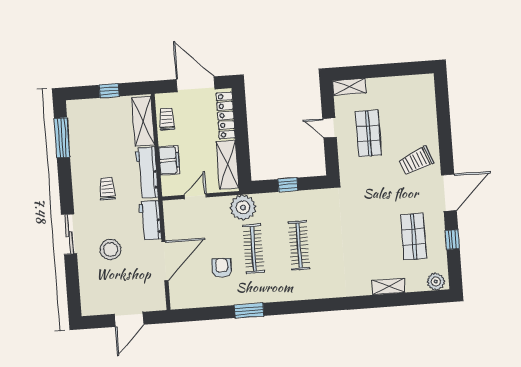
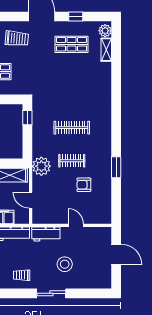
trolley: (416, 161) -> (17, 38), turned -63
window: (288, 185) -> (27, 118), moved
trolley: (107, 189) -> (22, 275), moved
clothes rail: (253, 249) -> (72, 161), width x0.73
door: (165, 261) -> (76, 225), width x0.53
shelving: (389, 286) -> (106, 50), moved

